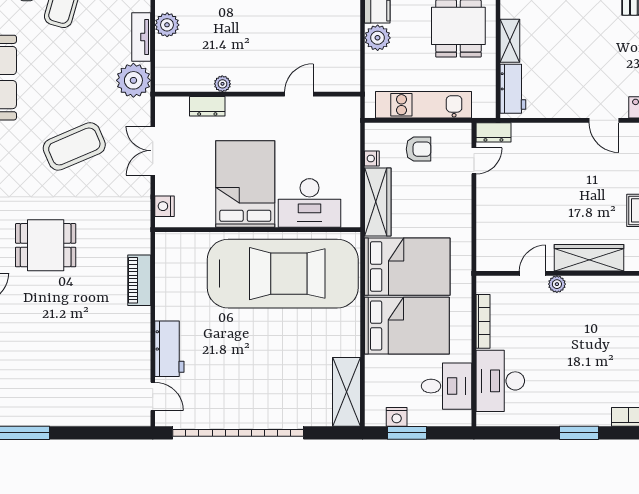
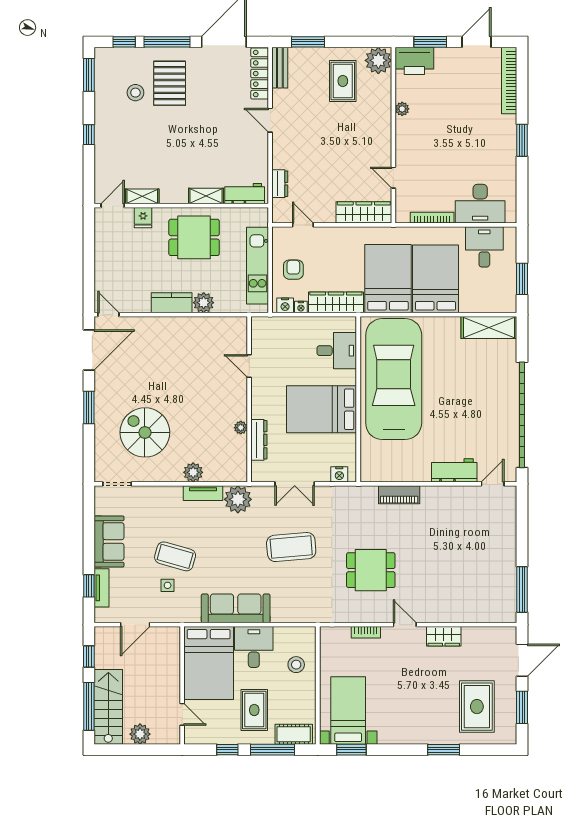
dresser: (207, 106) -> (259, 440), width x1.44
door: (604, 120) -> (270, 120), swing flipped
dresser: (493, 132) -> (280, 184), moved
coffee table: (74, 146) -> (291, 547), turned -72
desk: (309, 203) -> (337, 351), width x0.73
dining table: (46, 245) -> (371, 570), turned 90
wardrobe: (589, 258) -> (364, 212), moved, turned 90
plant: (557, 284) -> (402, 109), moved
nightstand: (397, 417) -> (285, 305), moved, turned 90

